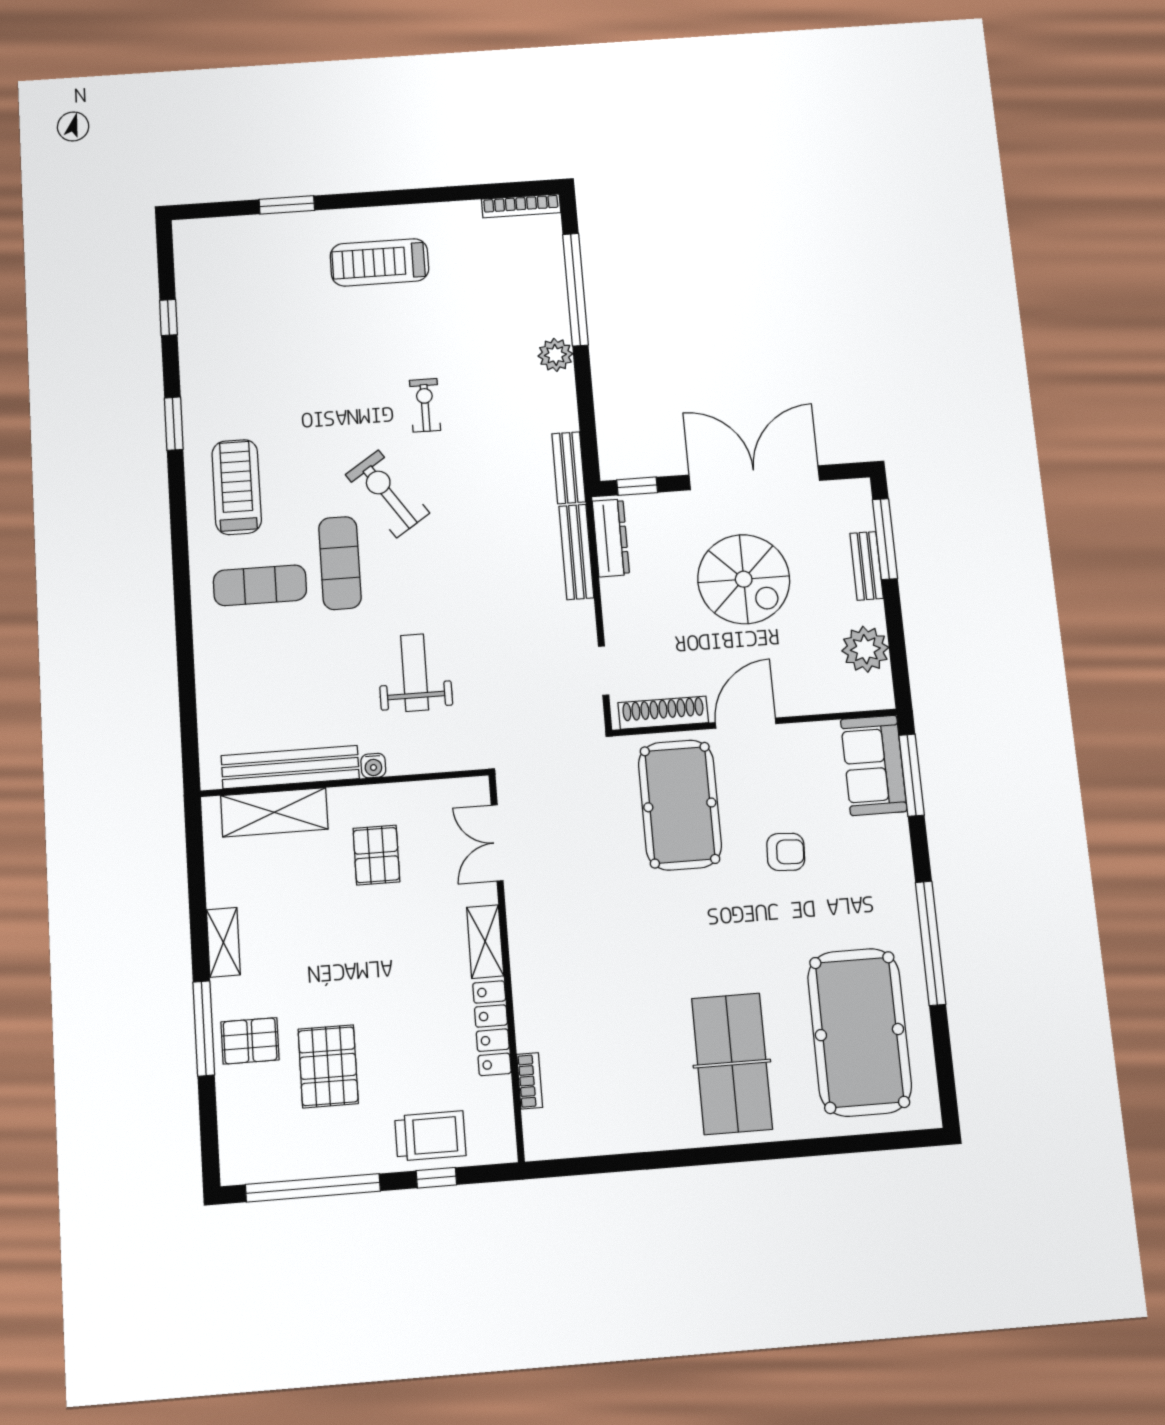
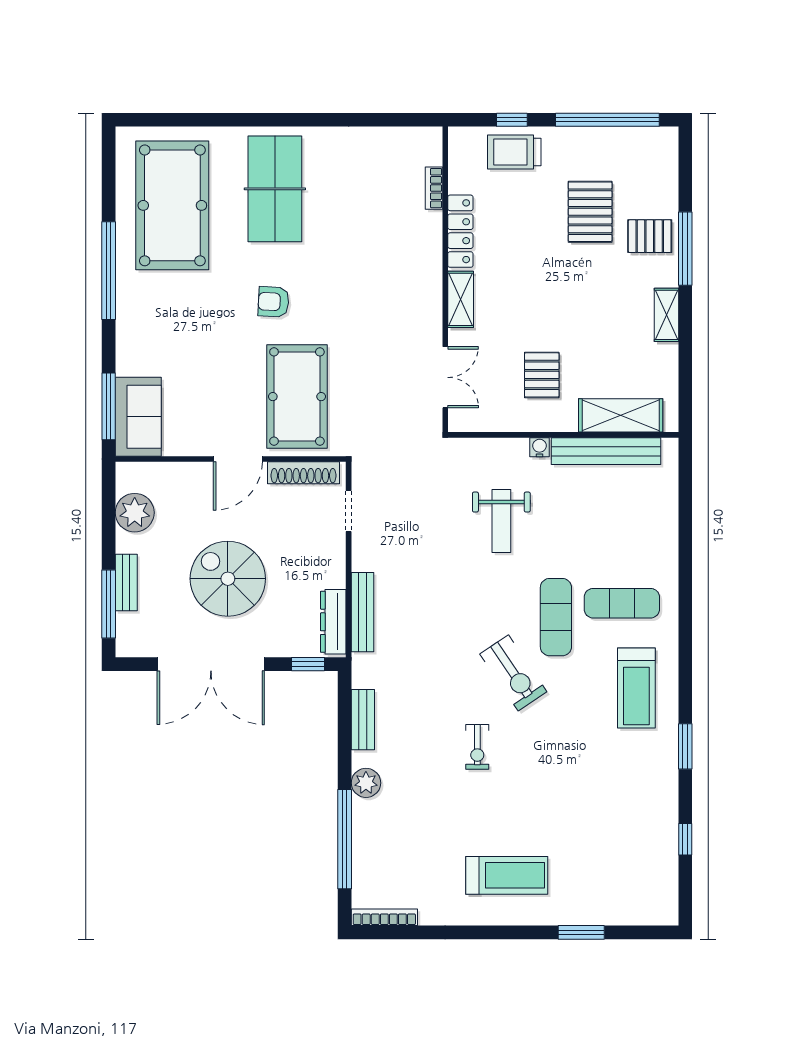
bench: (569, 468) -> (363, 720), moved
armchair: (786, 852) -> (273, 302), moved

